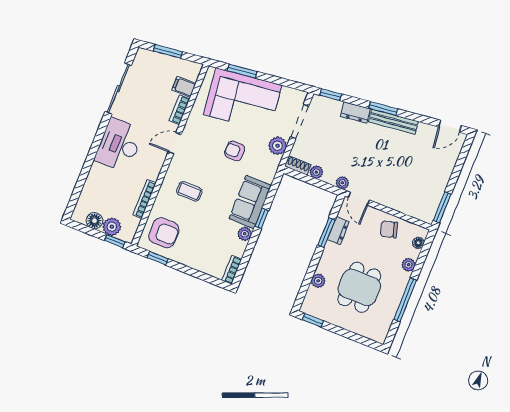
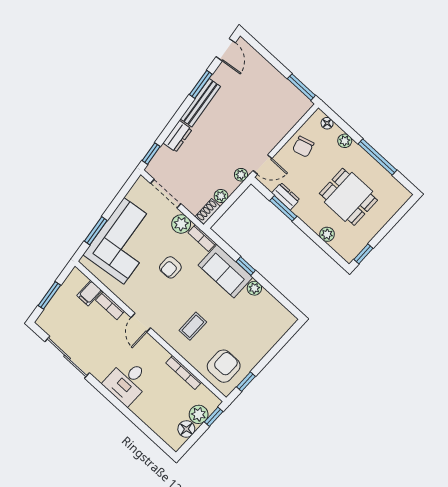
window: (383, 109) -> (201, 84), moved
desk: (119, 145) -> (127, 382), width x0.73
bookcase: (232, 270) -> (202, 238), moved

